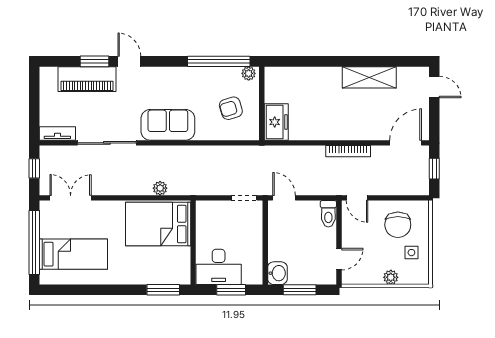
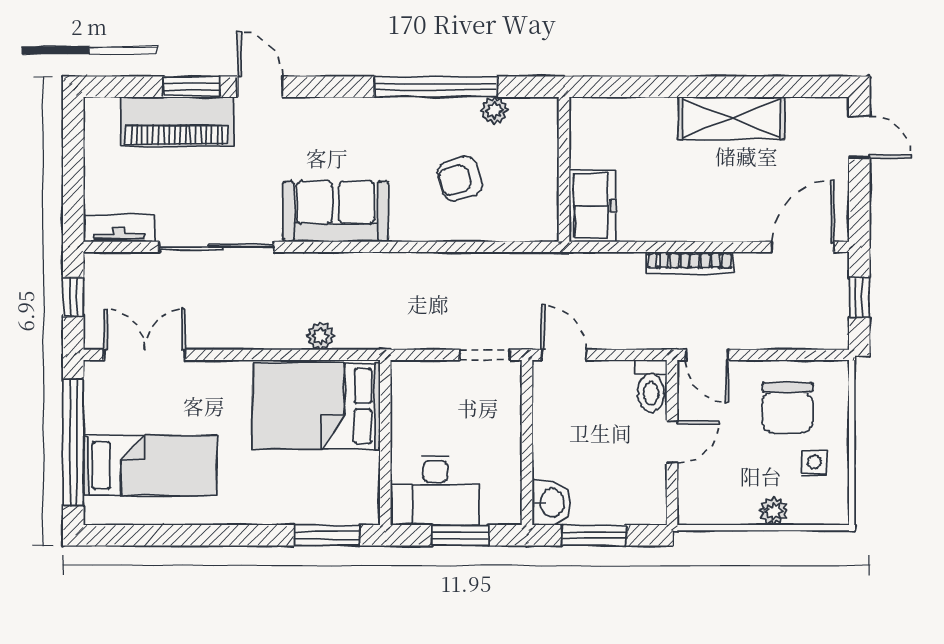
wall: (262, 103) -> (564, 169), moved
freezer: (276, 122) -> (593, 206), moved
door: (339, 259) -> (672, 442), moved

